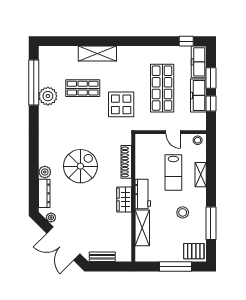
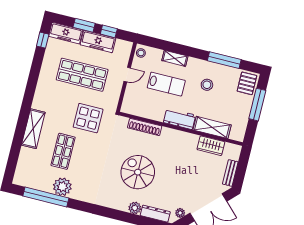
wardrobe: (124, 200) -> (211, 146), moved

